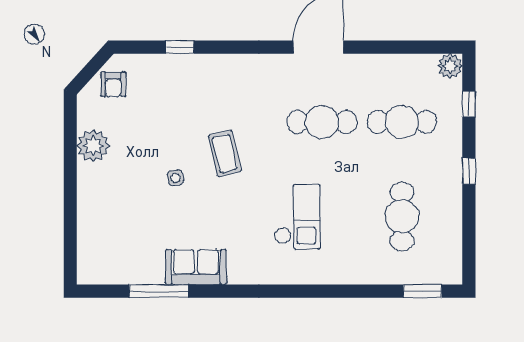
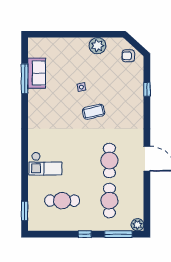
window: (469, 104) -> (118, 234), width x2.17
checkout: (297, 217) -> (45, 164), moved
sofa: (196, 267) -> (37, 73), moved

